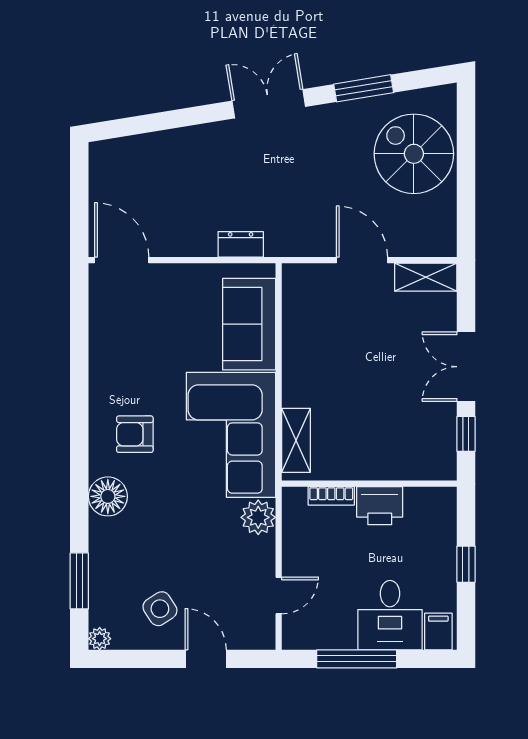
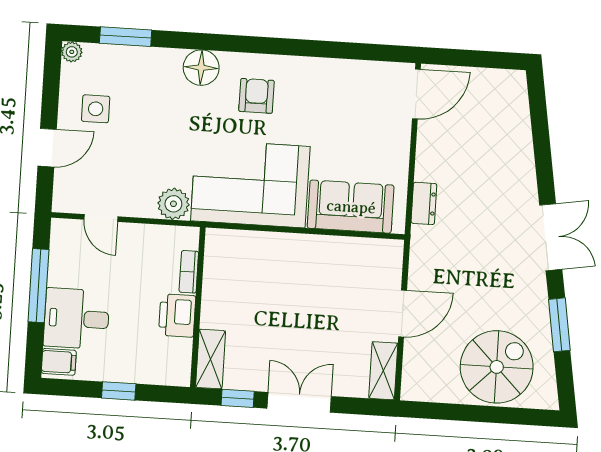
shelving: (296, 440) -> (211, 359), moved, turned 90
side table: (160, 609) -> (96, 109), turned 33

